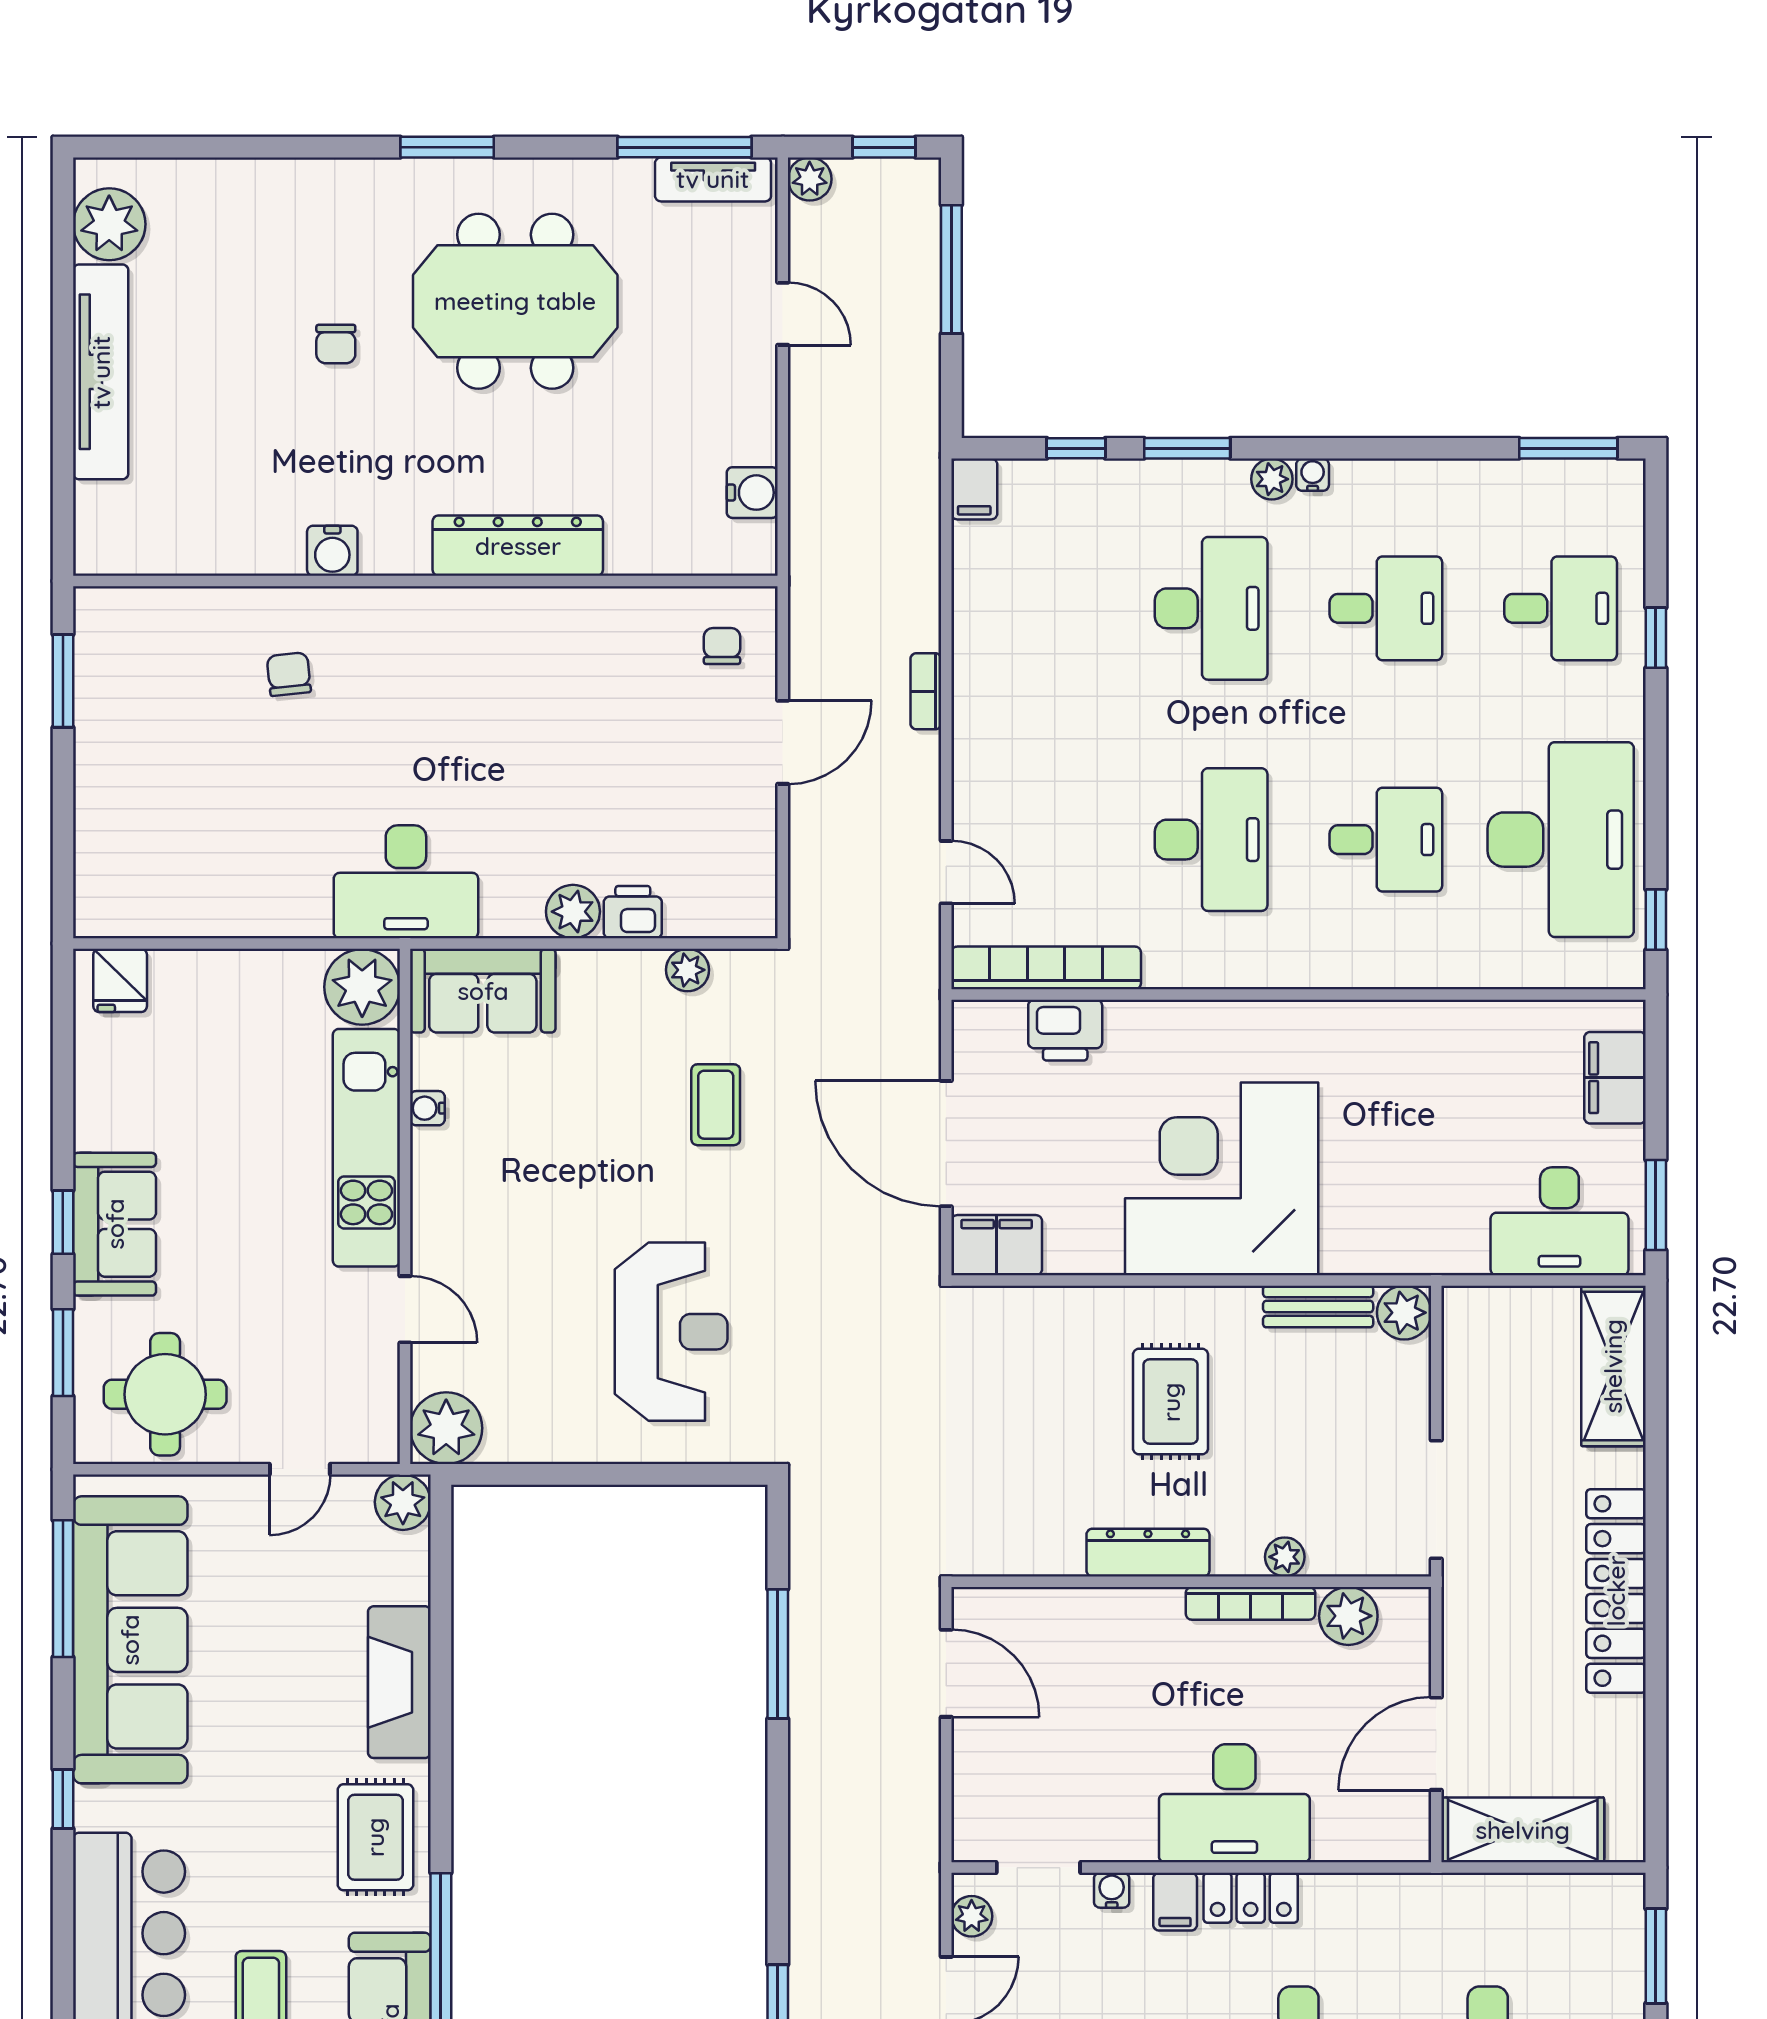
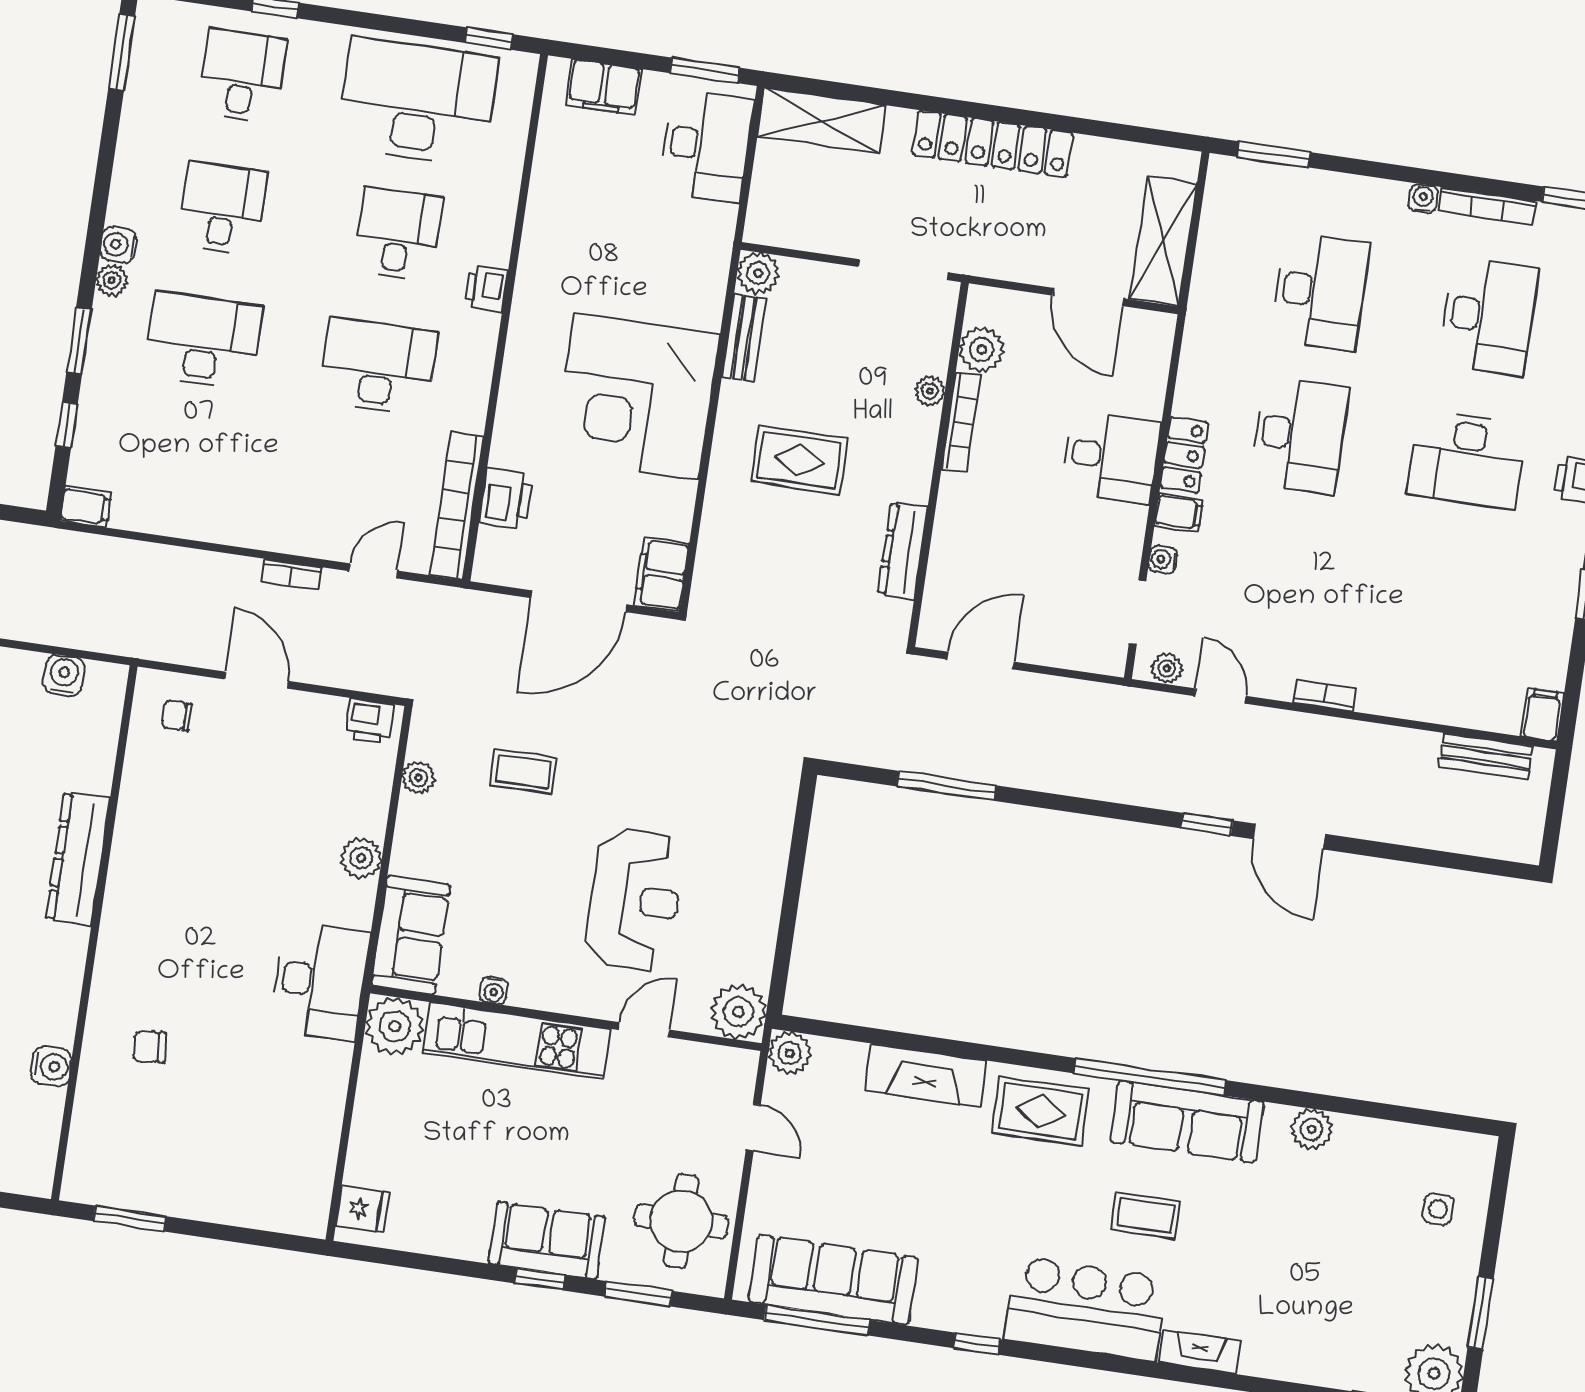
water cooler: (1313, 475) -> (118, 245), width x1.38, depth x1.38
water cooler: (332, 551) -> (51, 1066), moved
bookcase: (926, 691) -> (292, 575), moved
printer: (633, 912) -> (369, 721), moved, turned -90
printer: (1332, 964) -> (486, 289), added
reception desk: (671, 1332) -> (634, 900), moved, turned 90
dresser: (1148, 1553) -> (903, 551), moved
sofa: (130, 1640) -> (833, 1280), width x0.74, depth x0.79
desk: (1234, 1803) -> (1111, 457), width x0.73

